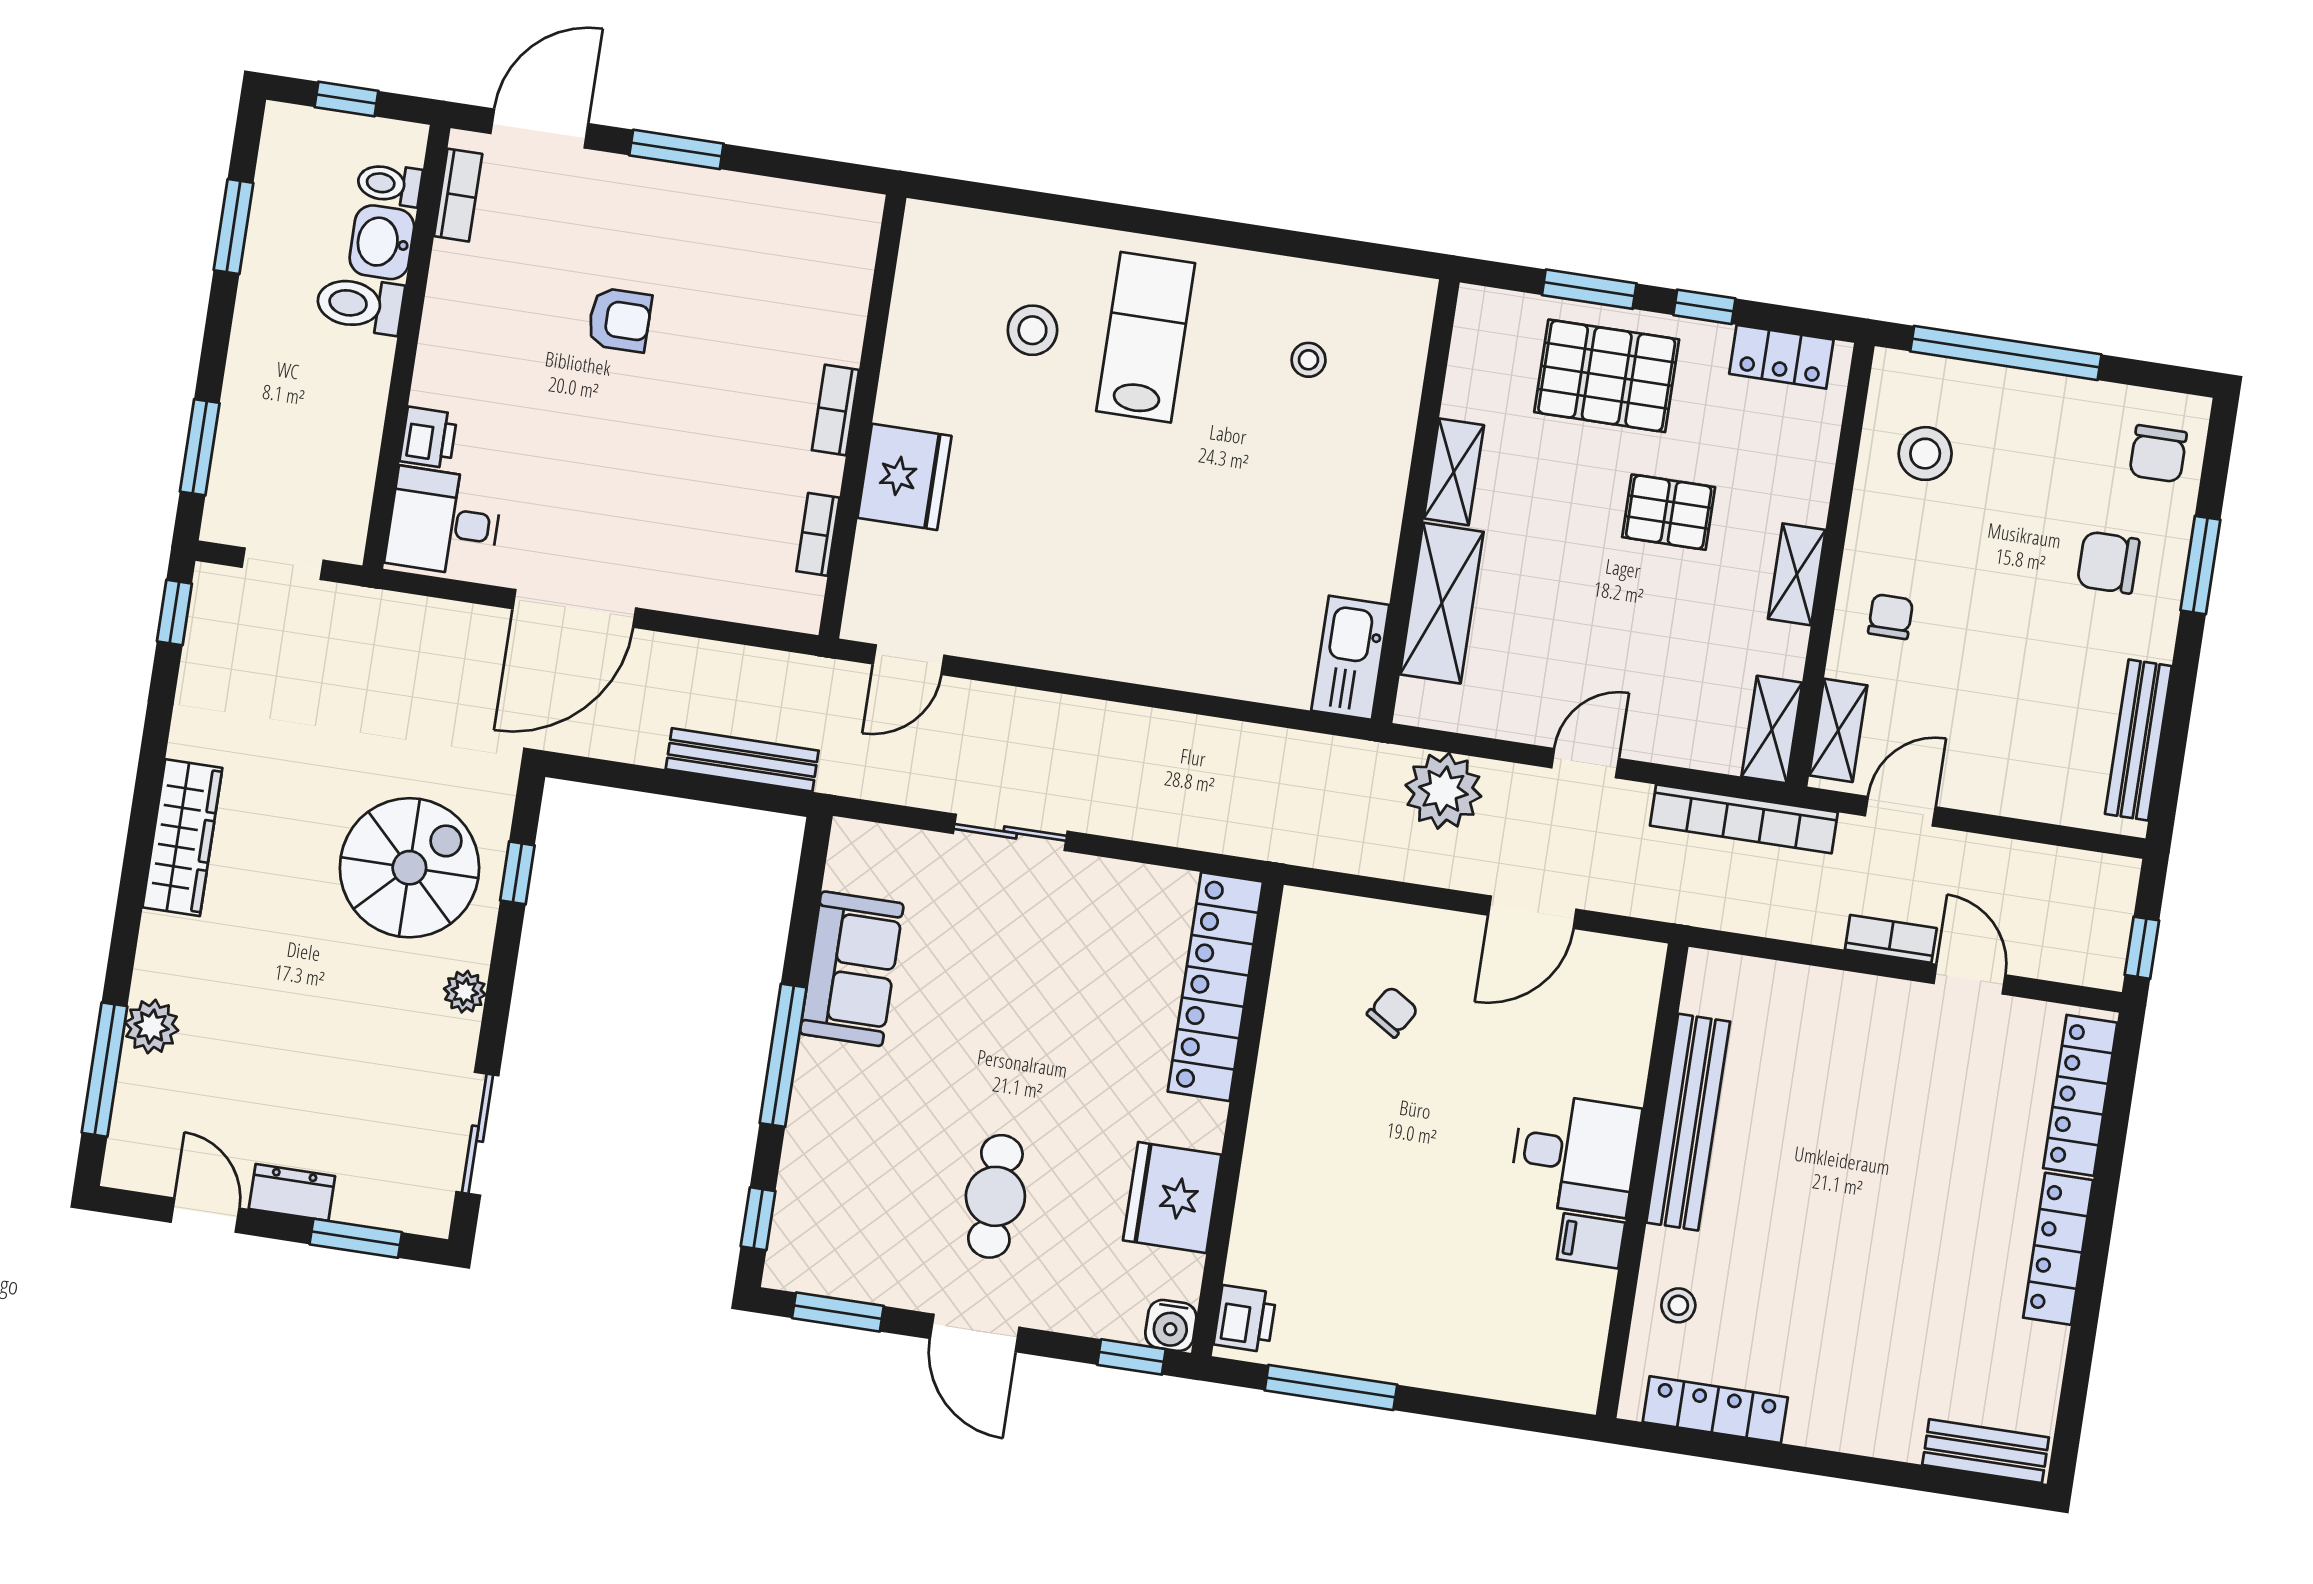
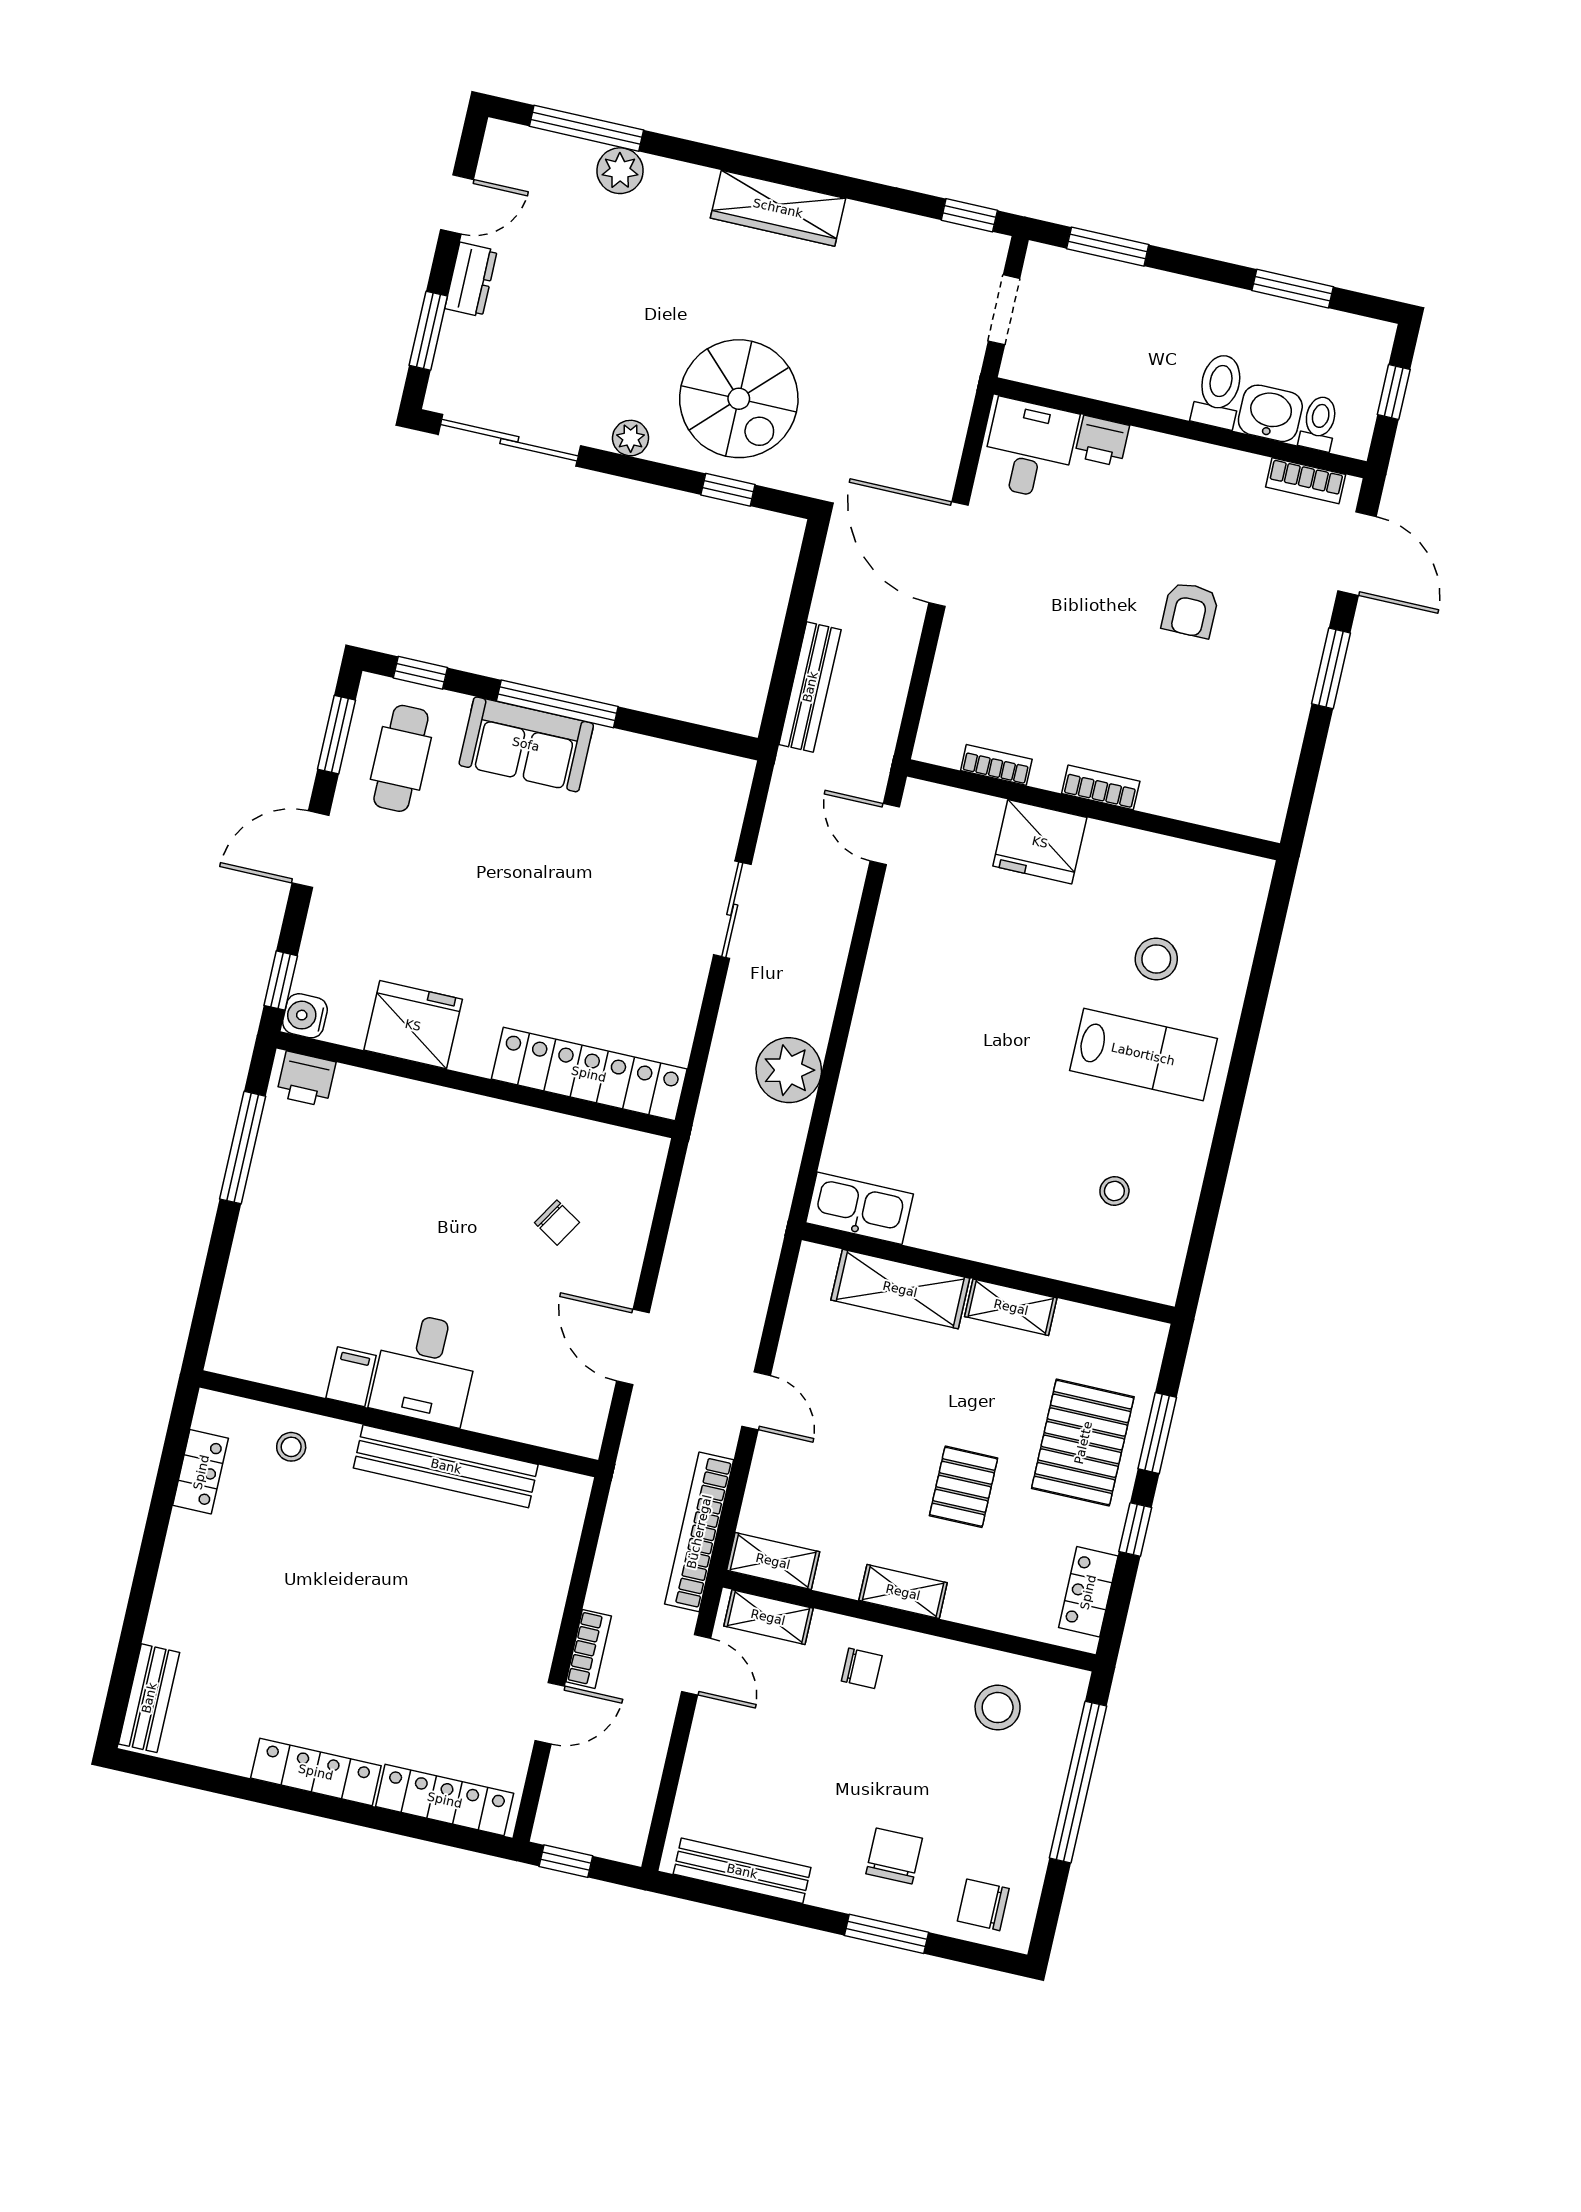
plant: (1443, 791) -> (789, 1070), moved
sofa: (852, 969) -> (526, 744), moved
sliding door: (477, 1134) -> (509, 440), width x1.37
cafe table: (995, 1196) -> (401, 758), moved, turned 90
locker: (1715, 1410) -> (201, 1472), width x0.66

